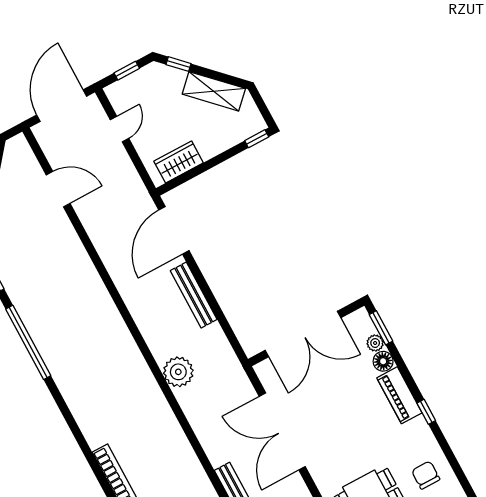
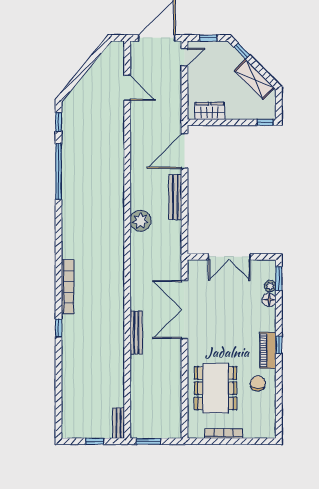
door: (119, 129) -> (184, 57), moved
double door: (303, 334) -> (229, 257), width x0.73
plant: (178, 372) -> (141, 221), moved
piano: (399, 395) -> (268, 350), moved

